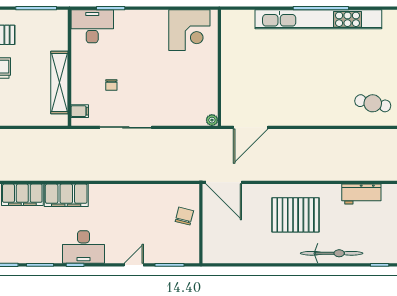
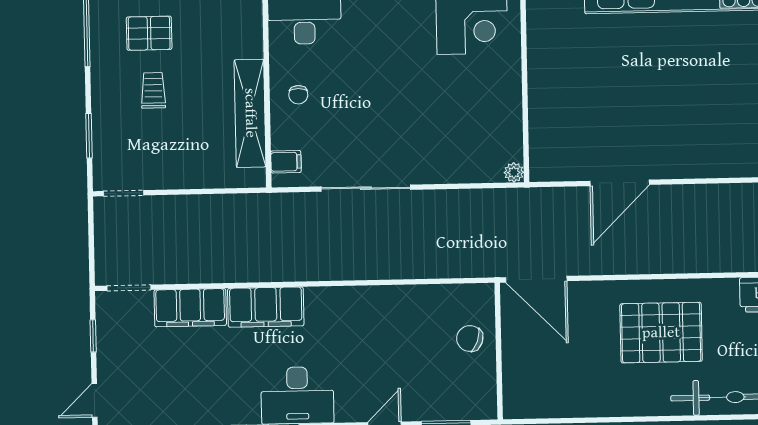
chair: (111, 85) -> (298, 95), moved
door: (251, 127) -> (620, 183), moved
chair: (184, 216) -> (470, 338), turned -85

